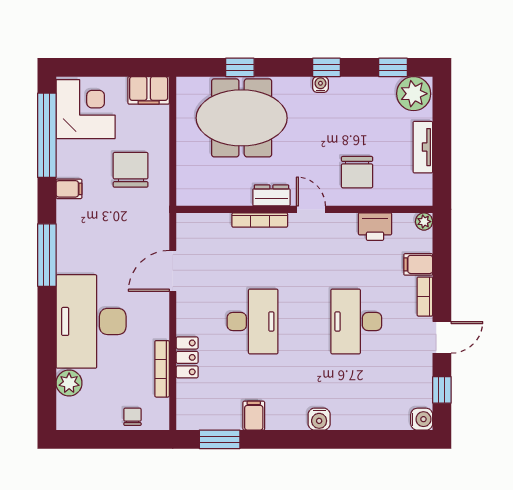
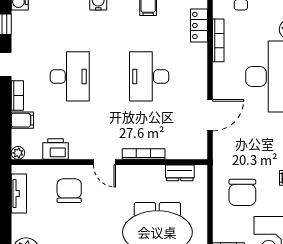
tv unit: (423, 147) -> (19, 193), moved
dresser: (271, 195) -> (180, 173), moved
locker: (187, 357) -> (199, 25), moved

